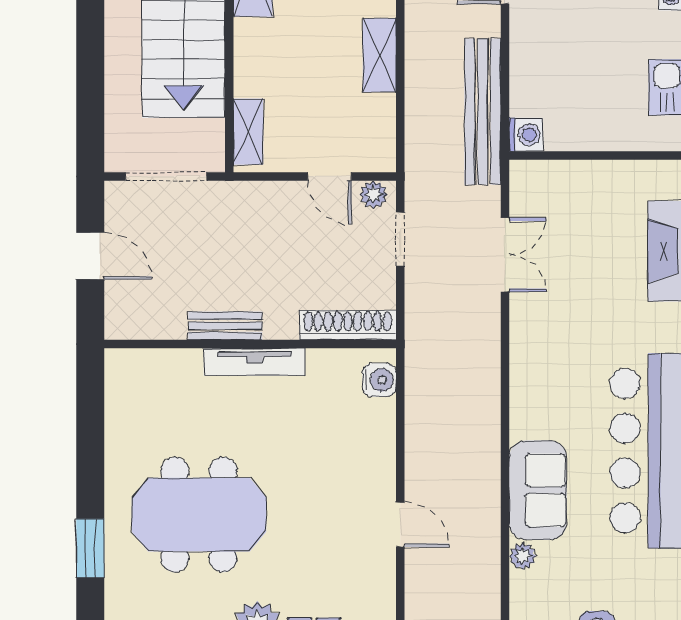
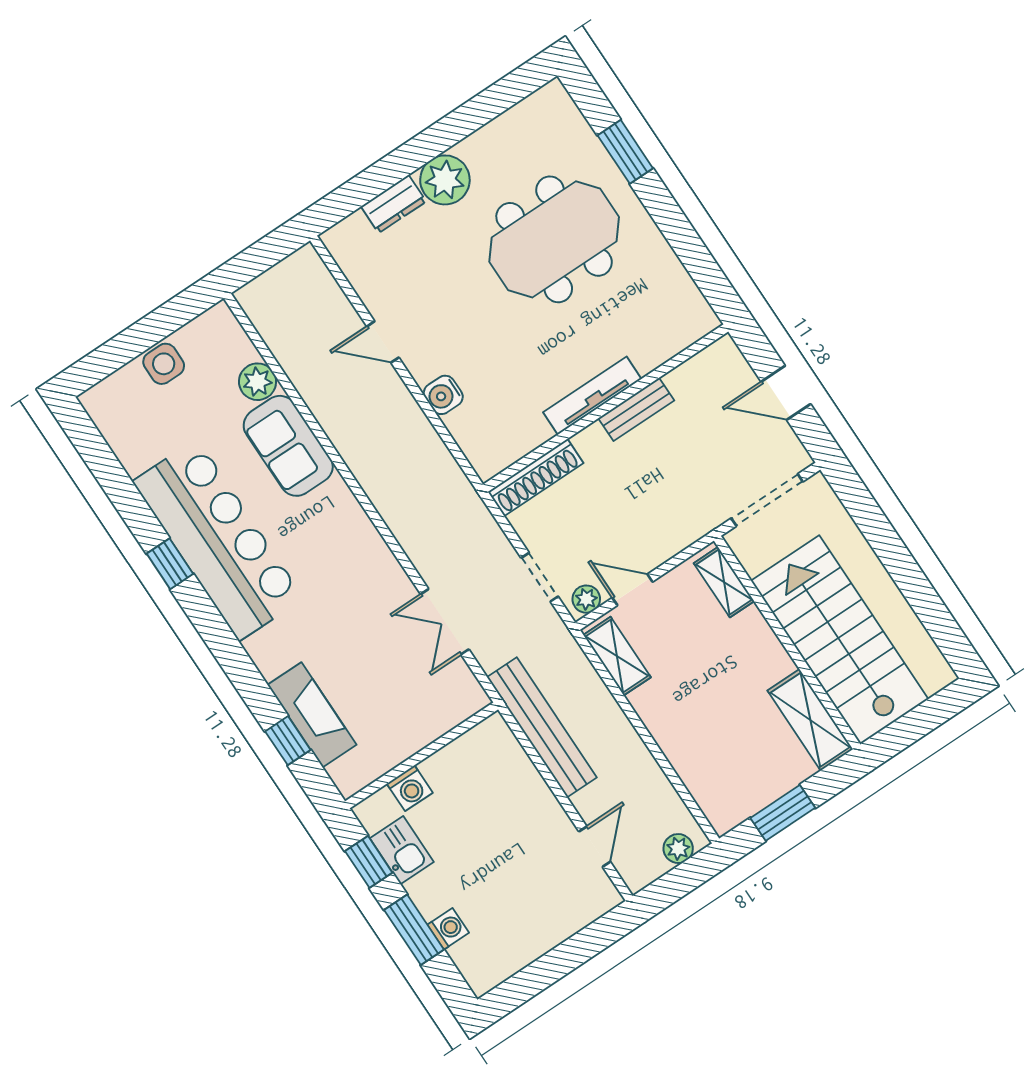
shelving: (380, 55) -> (617, 656), moved
washing machine: (526, 135) -> (410, 788), moved, turned -90
water cooler: (379, 380) -> (443, 395), moved
plant: (523, 556) -> (258, 382), width x1.38, depth x1.38

